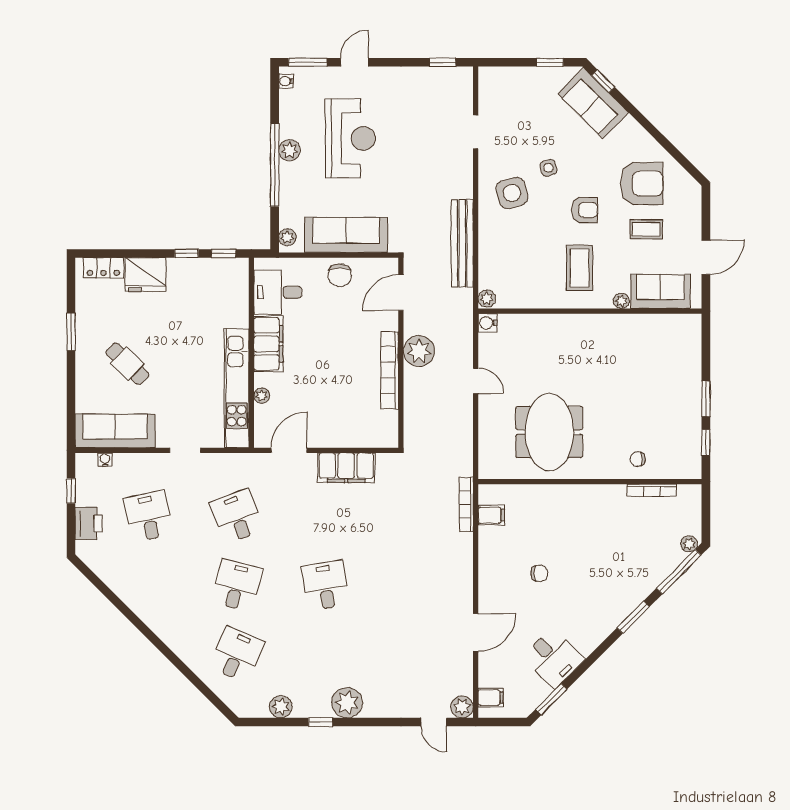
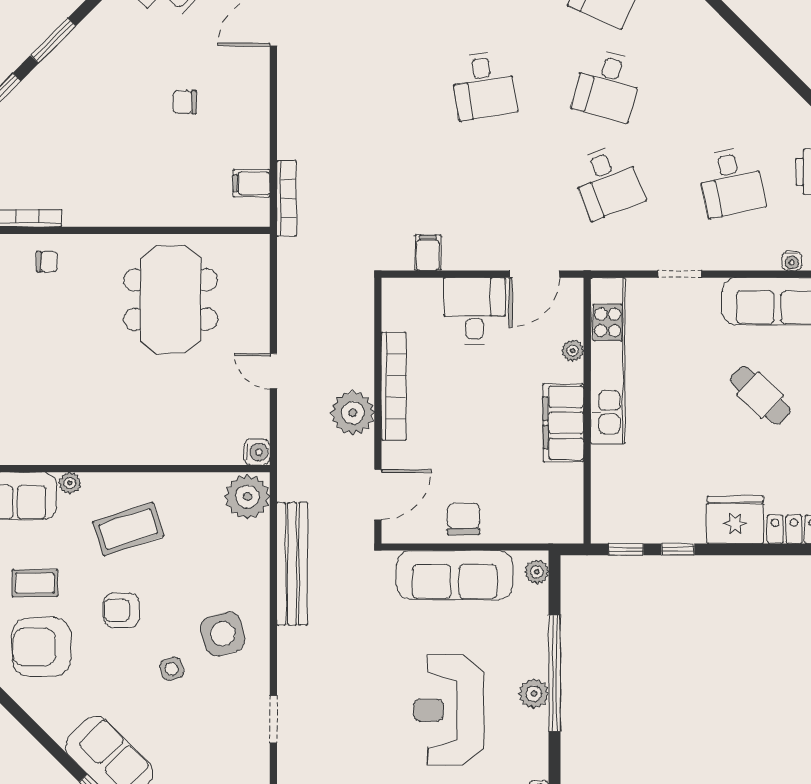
coffee table: (580, 268) -> (128, 529), turned 72
desk: (278, 292) -> (474, 311), moved, turned -90
plant: (487, 299) -> (247, 497), width x1.87, depth x1.87
filing cabinet: (346, 468) -> (428, 253), width x0.33, depth x0.86

